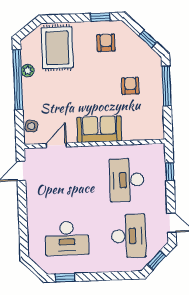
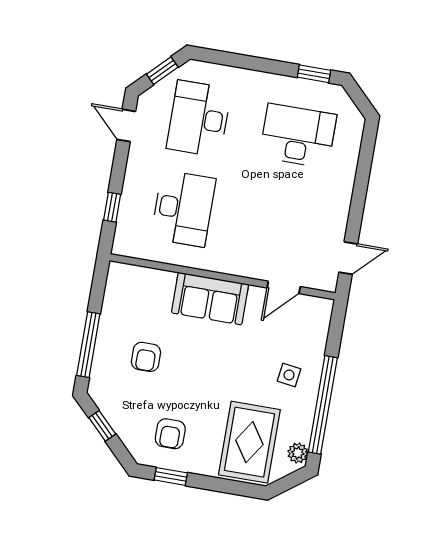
plant: (28, 71) -> (298, 453), moved
side table: (31, 126) -> (289, 375), moved

